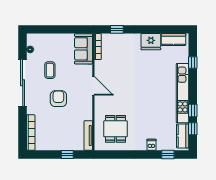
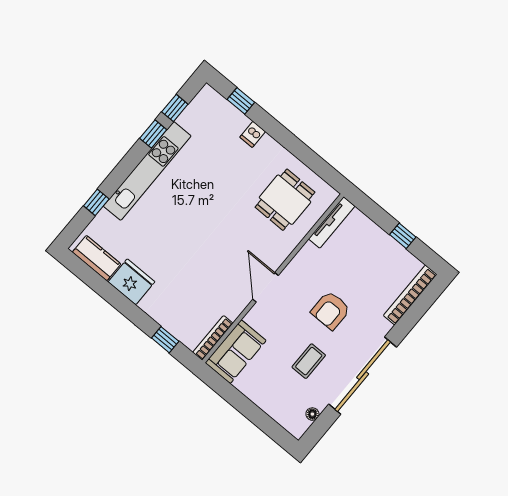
kitchen counter: (183, 136) -> (198, 110), removed
window: (67, 155) -> (403, 236), moved

